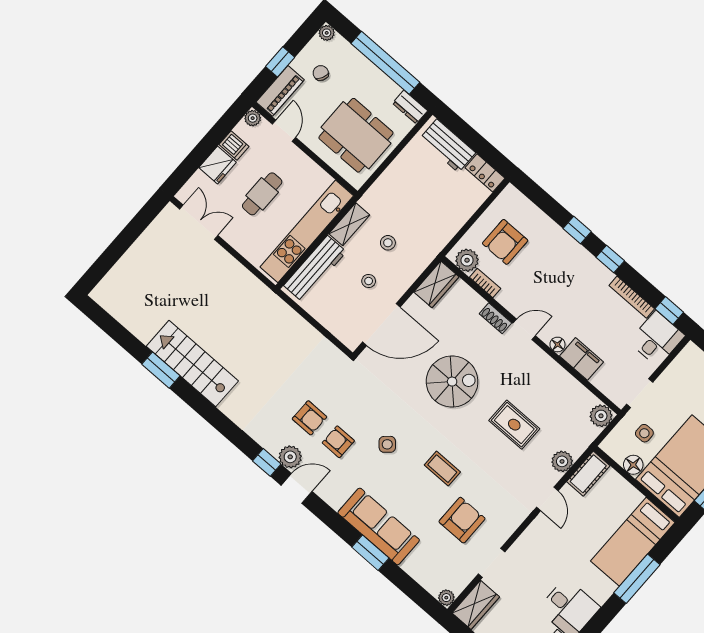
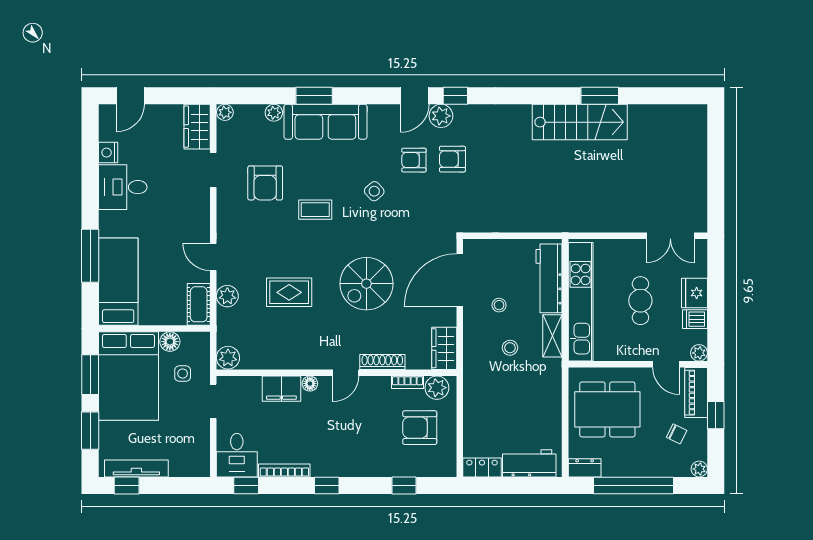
window: (577, 230) -> (404, 485), moved
armchair: (505, 242) -> (420, 428), turned -90
shoe rack: (495, 318) -> (382, 362), width x1.43
armchair: (338, 442) -> (414, 160), turned 180
plant: (411, 566) -> (274, 113), added

